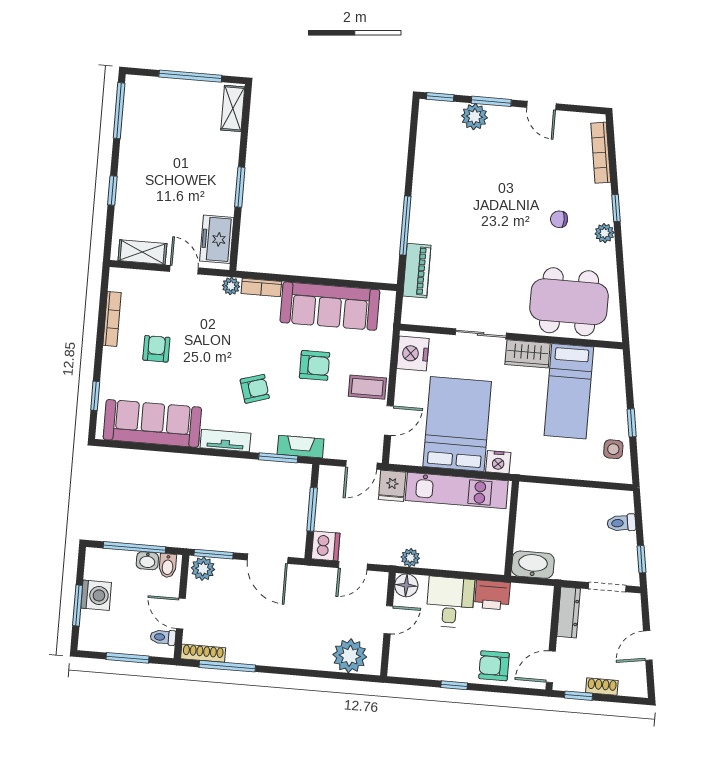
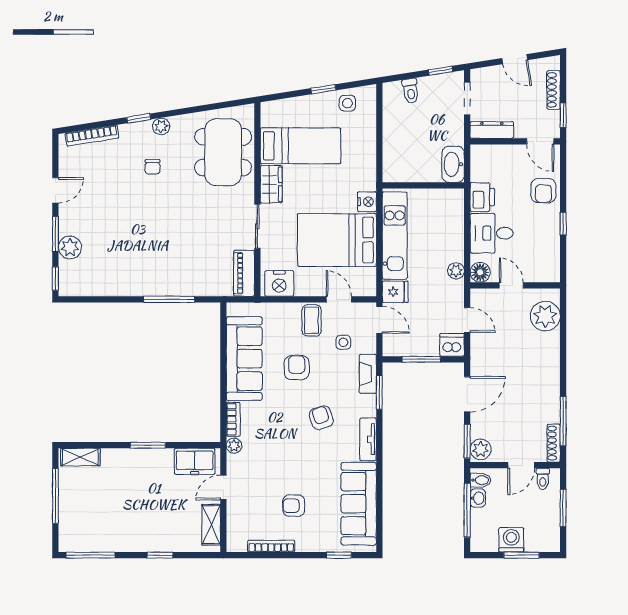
piano: (417, 271) -> (244, 273), moved, turned -90
side table: (339, 421) -> (343, 342), added
shoe rack: (602, 687) -> (554, 90), width x1.43

